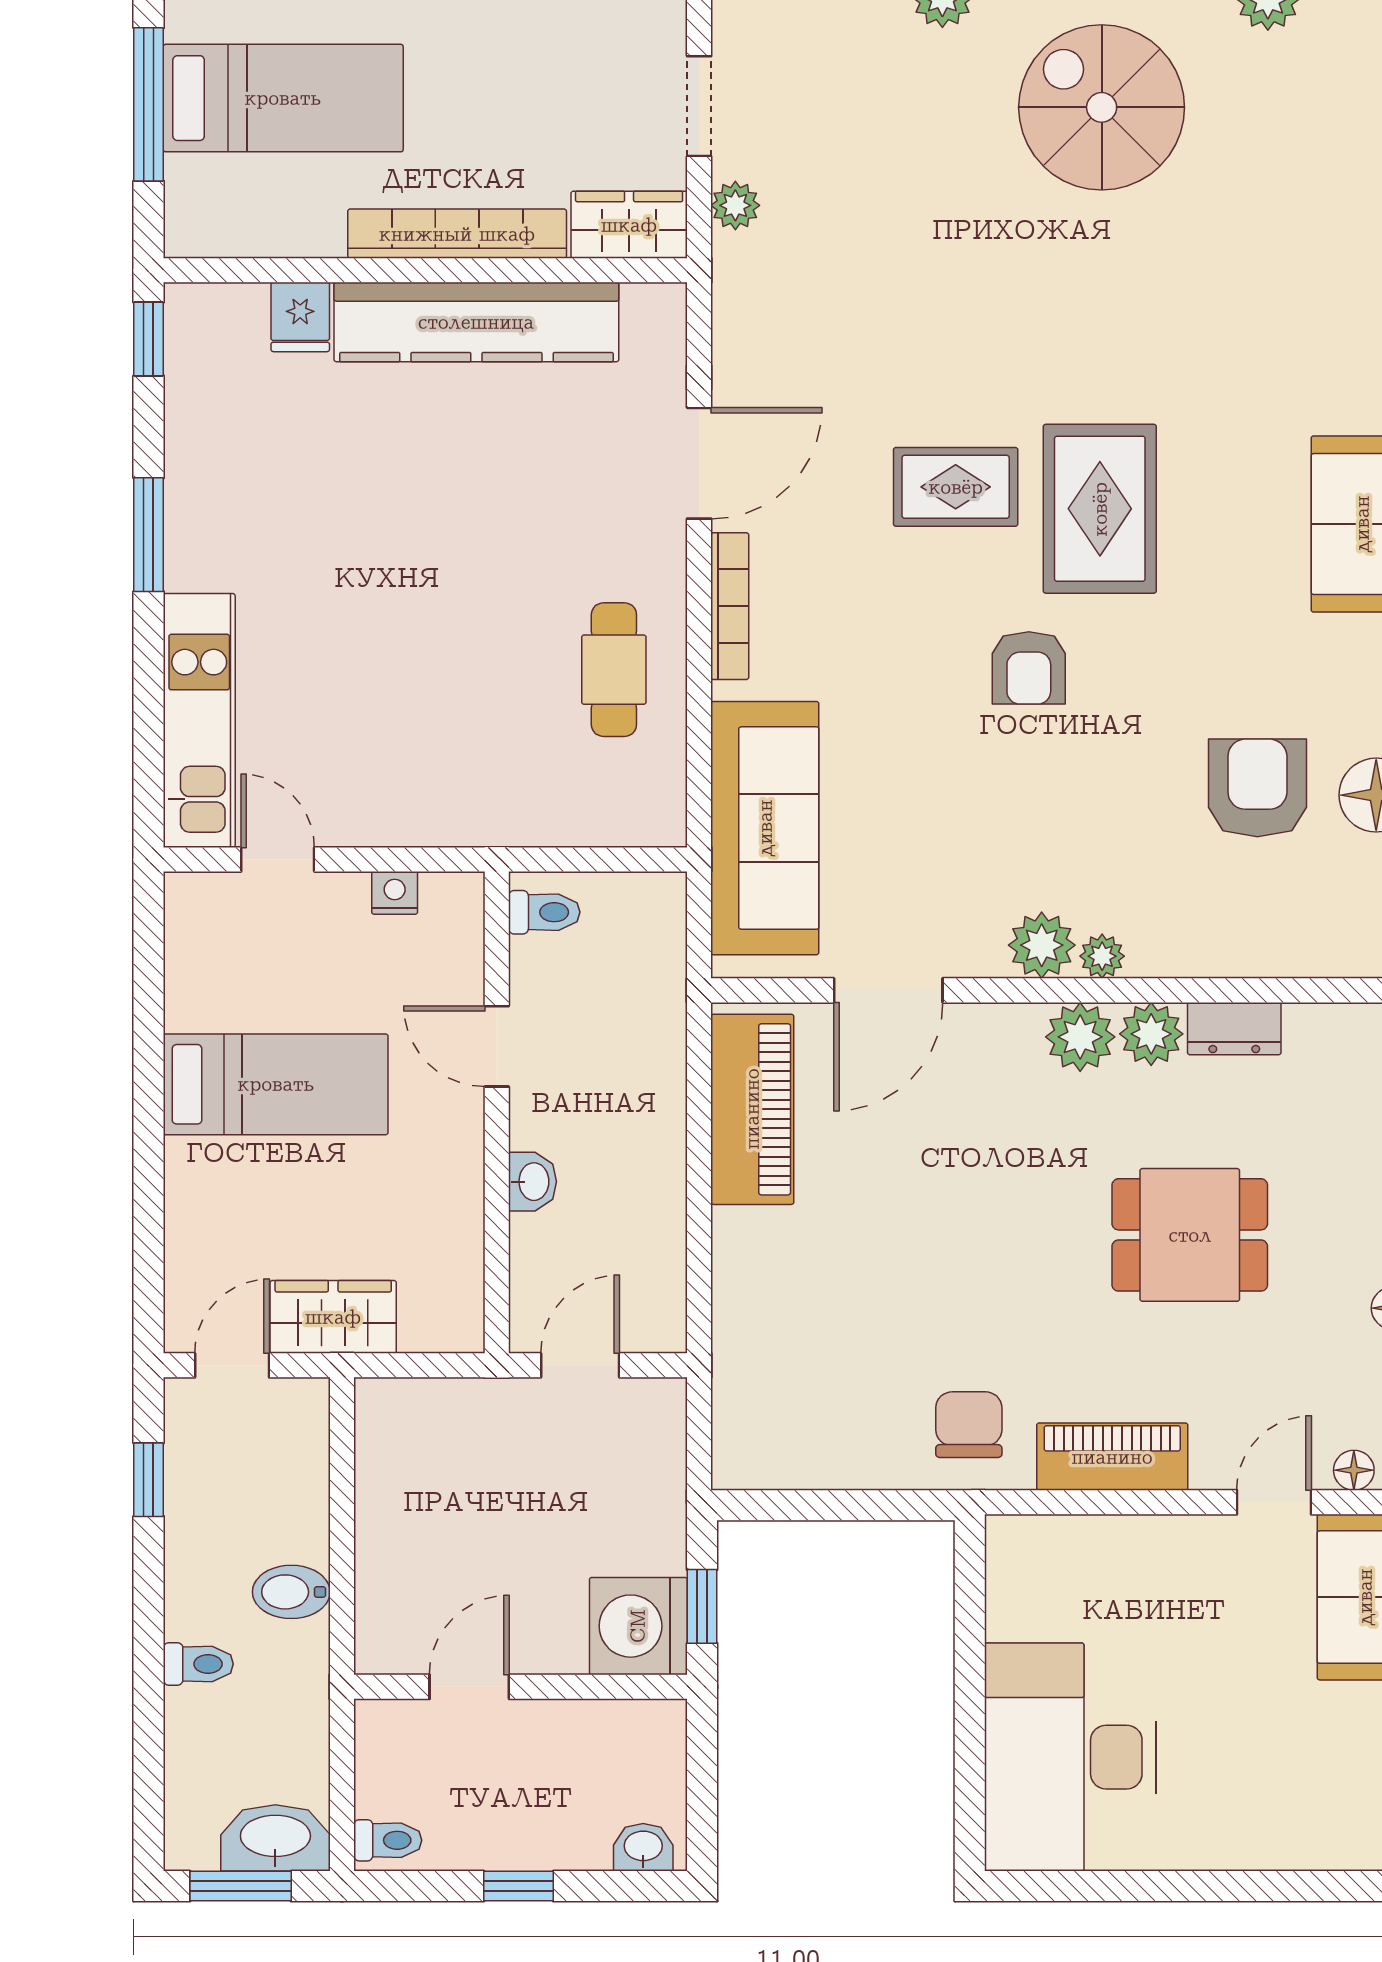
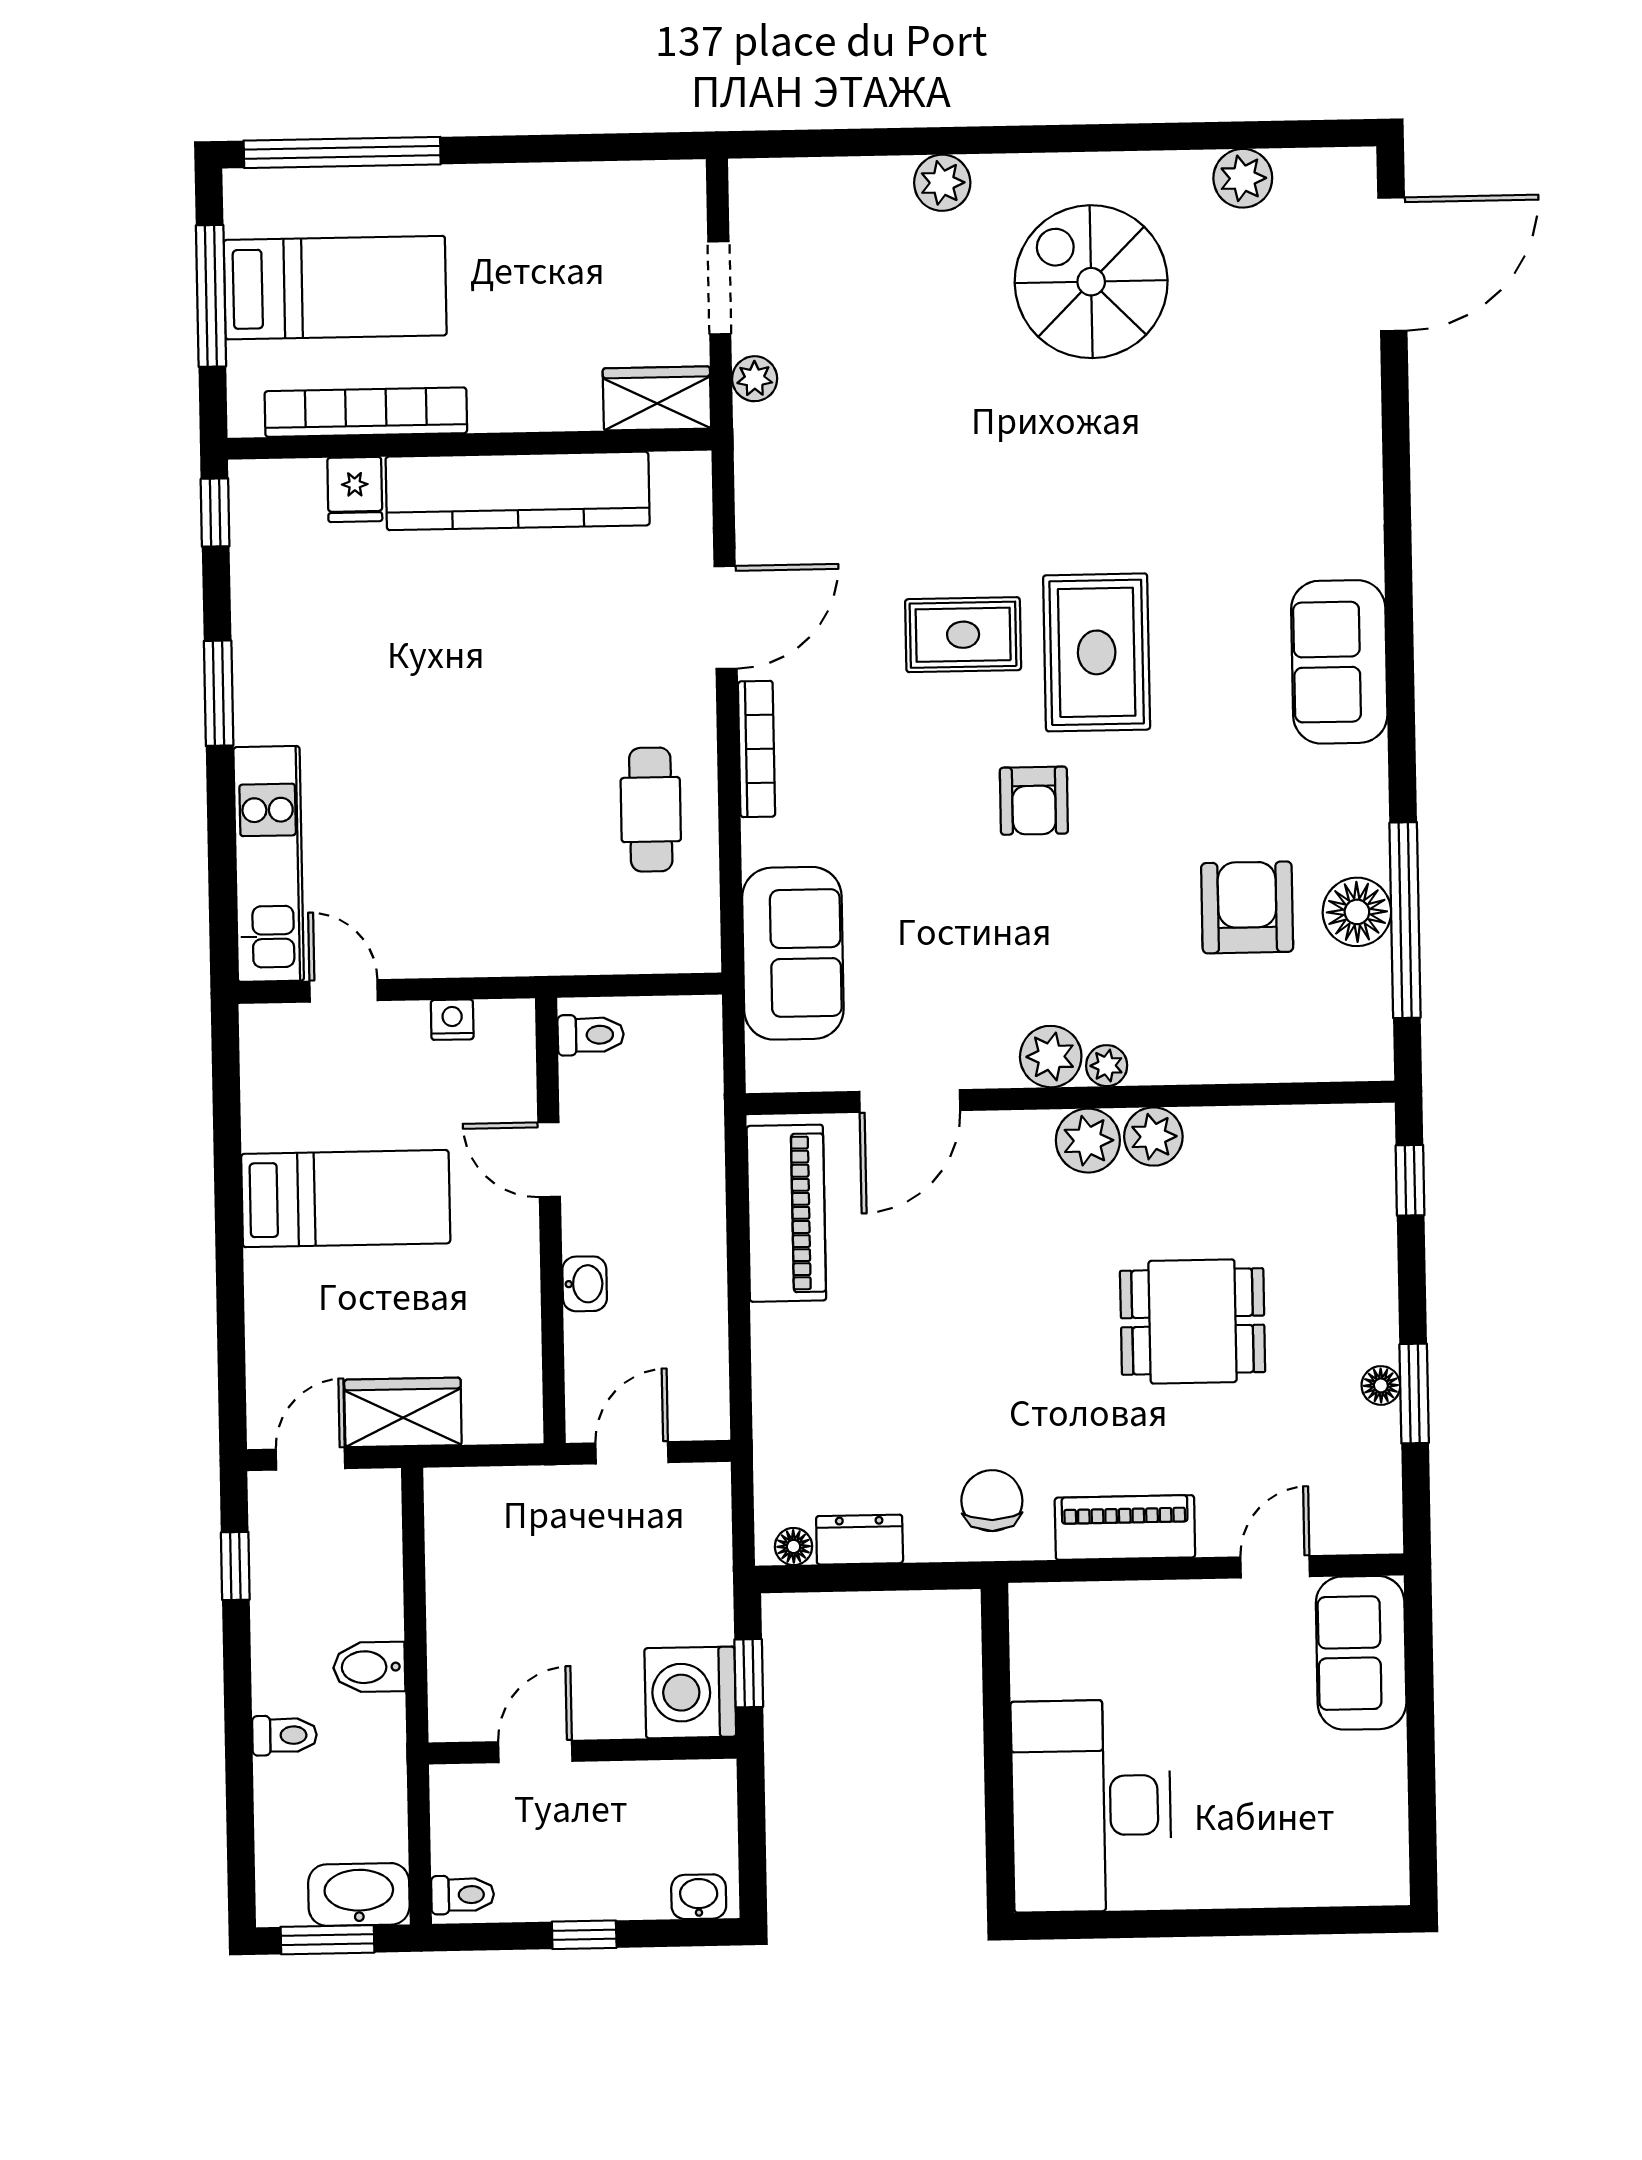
bookcase: (457, 234) -> (366, 412), moved
sofa: (765, 828) -> (793, 953), width x0.73
dresser: (1234, 1029) -> (860, 1540), moved, turned 180
floor lamp: (1354, 1470) -> (794, 1546), moved

